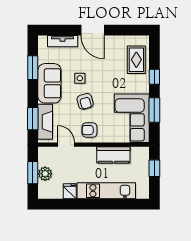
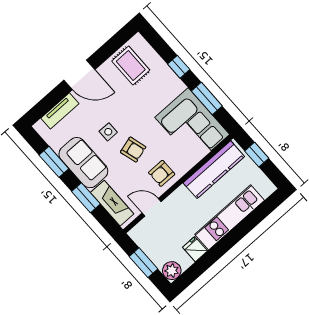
rug: (136, 60) -> (131, 66), moved
window: (33, 119) -> (86, 198), moved
kitchen counter: (113, 155) -> (214, 170), width x1.50
plant: (45, 174) -> (172, 271), moved

